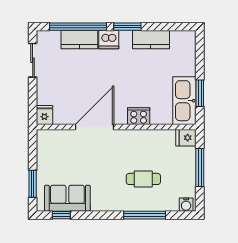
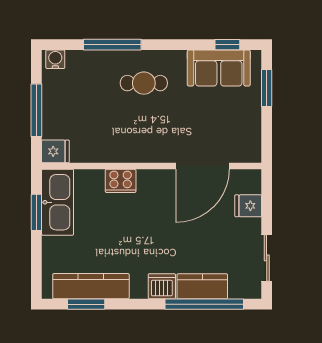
window: (127, 27) -> (86, 304), moved
kitchen counter: (151, 40) -> (91, 286), width x1.50
fridge: (44, 115) -> (248, 206), moved, turned 90
door: (94, 127) -> (203, 166), moved
cafe table: (143, 179) -> (144, 83), moved

